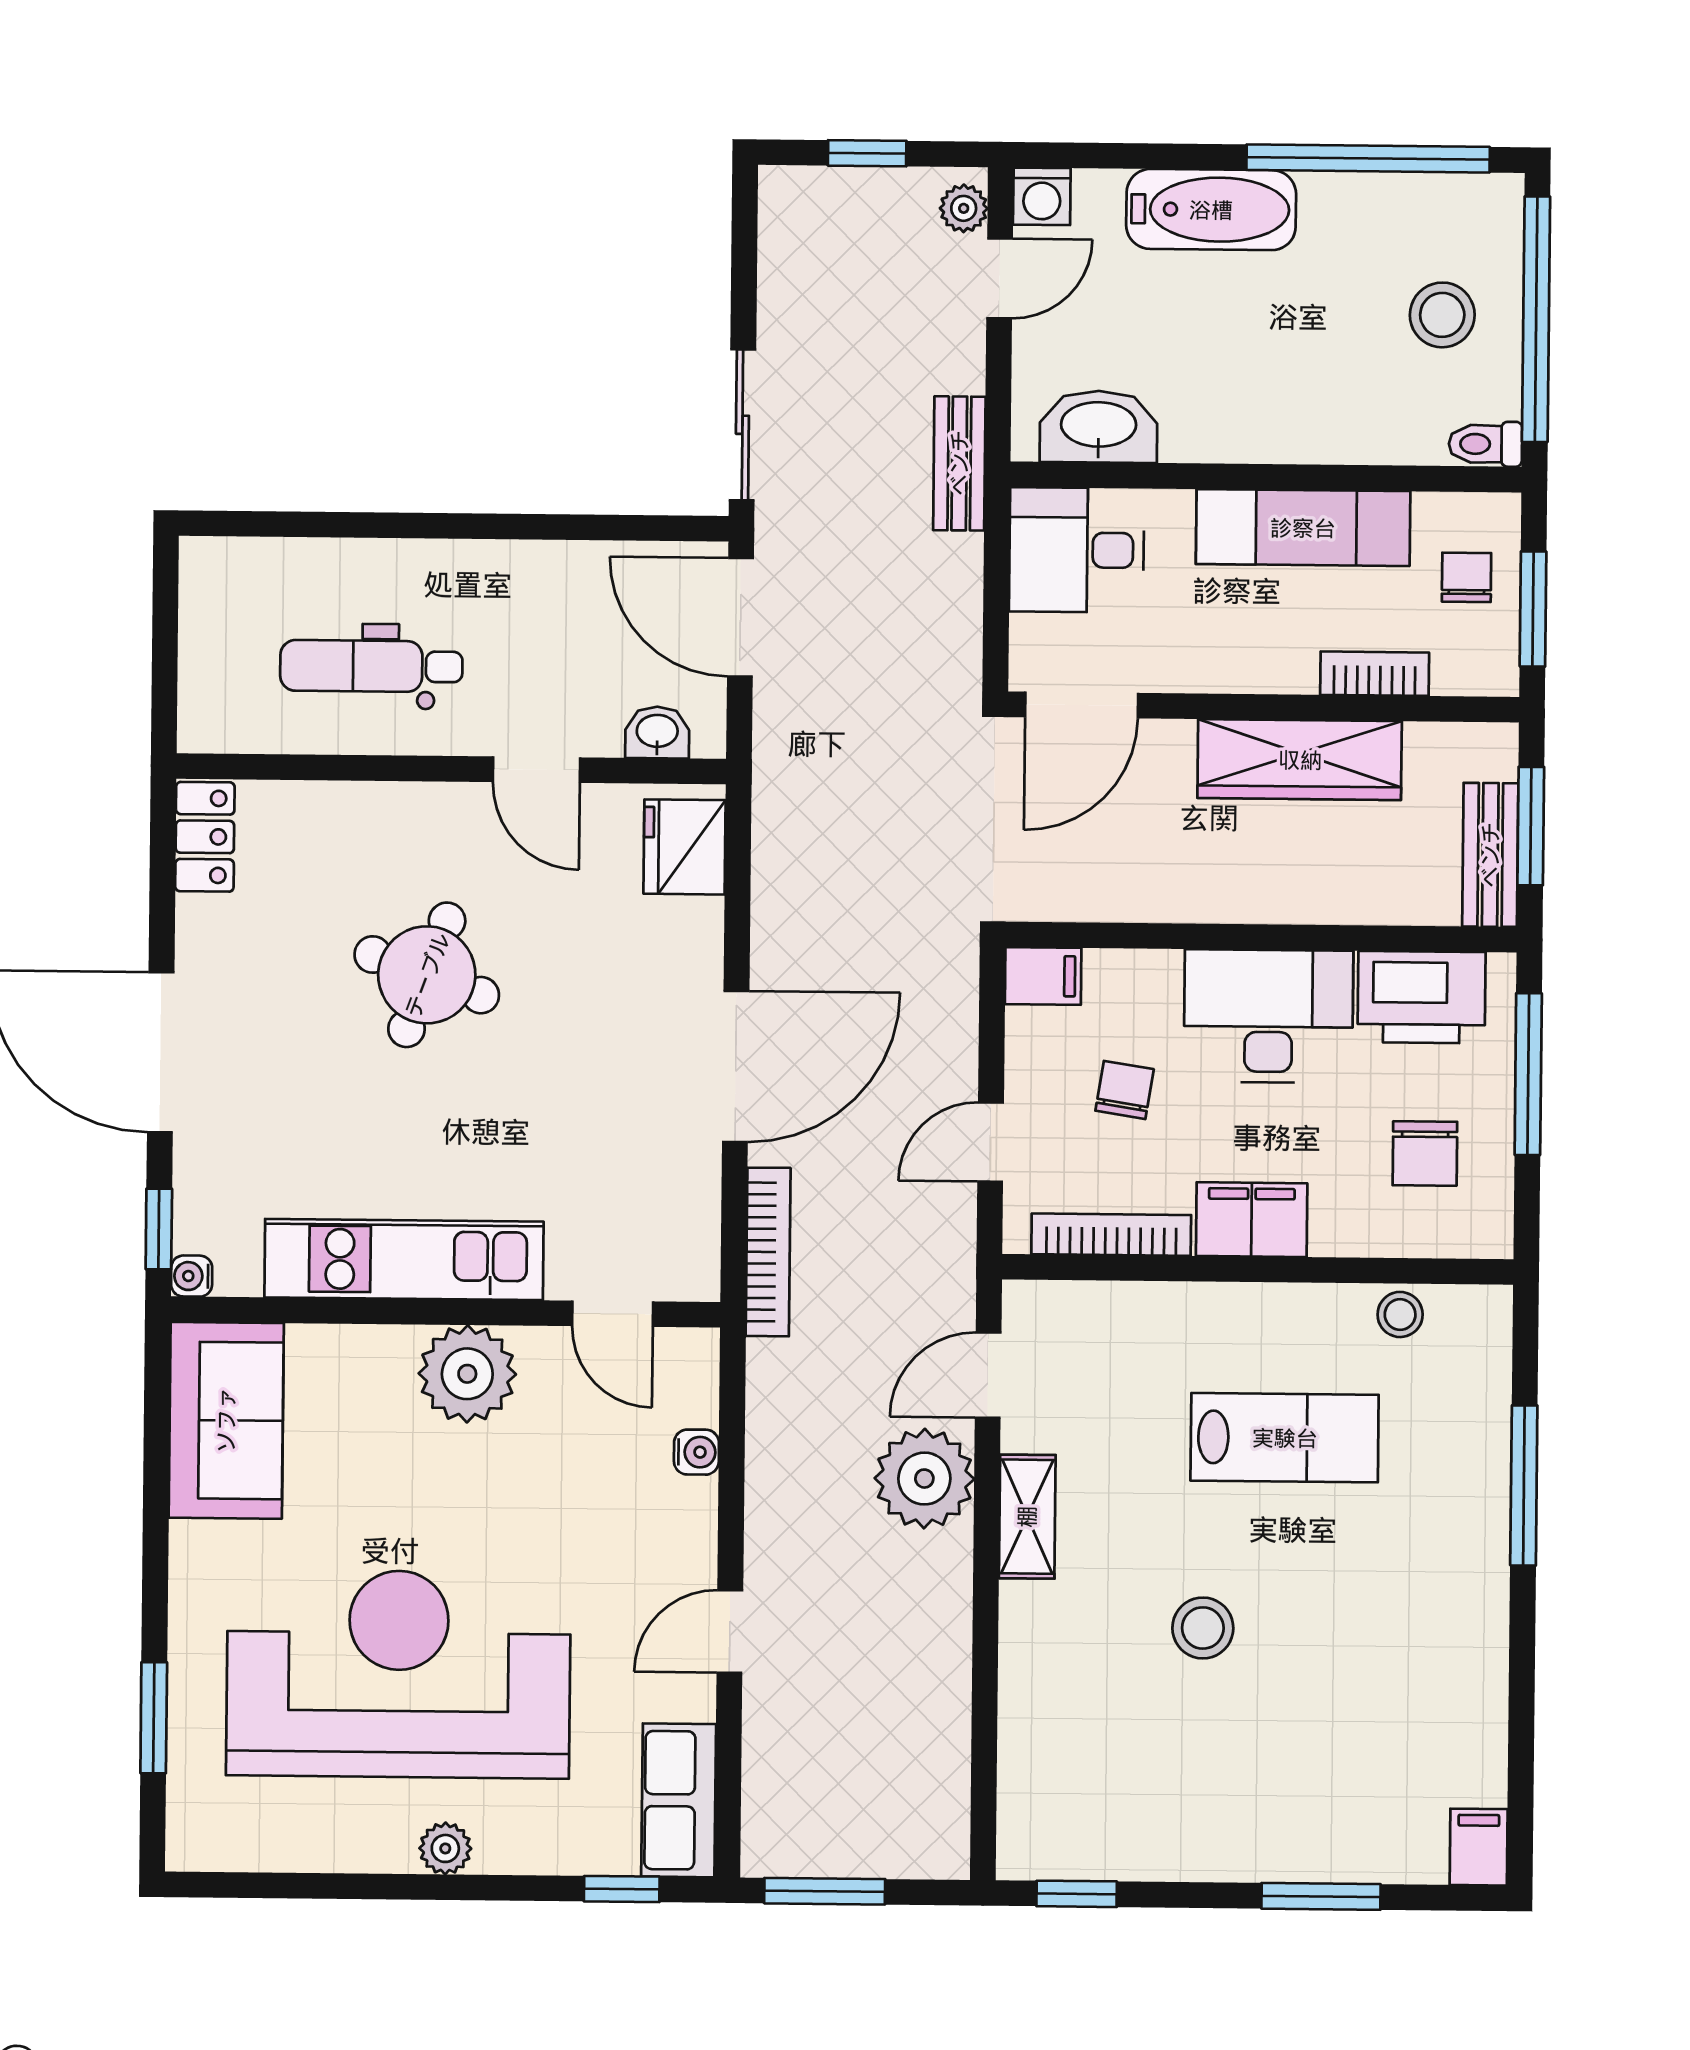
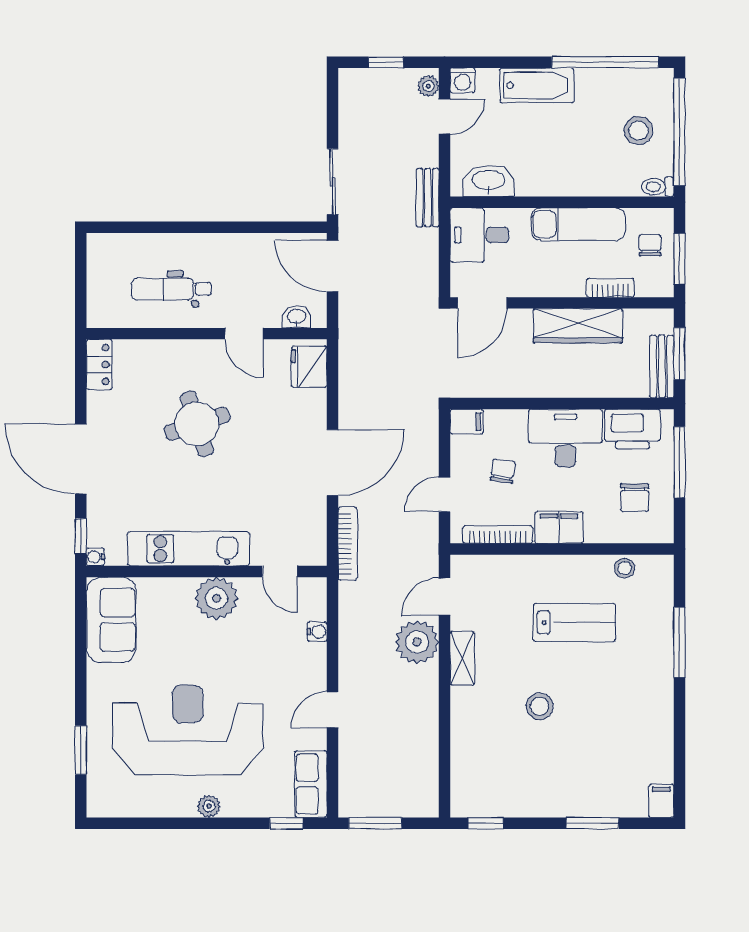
round table: (427, 975) -> (197, 424), turned -38

